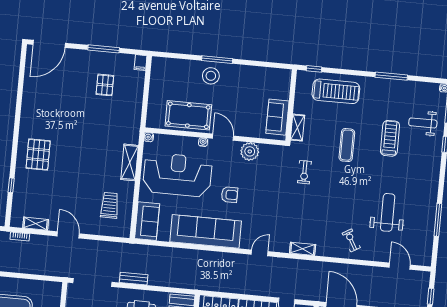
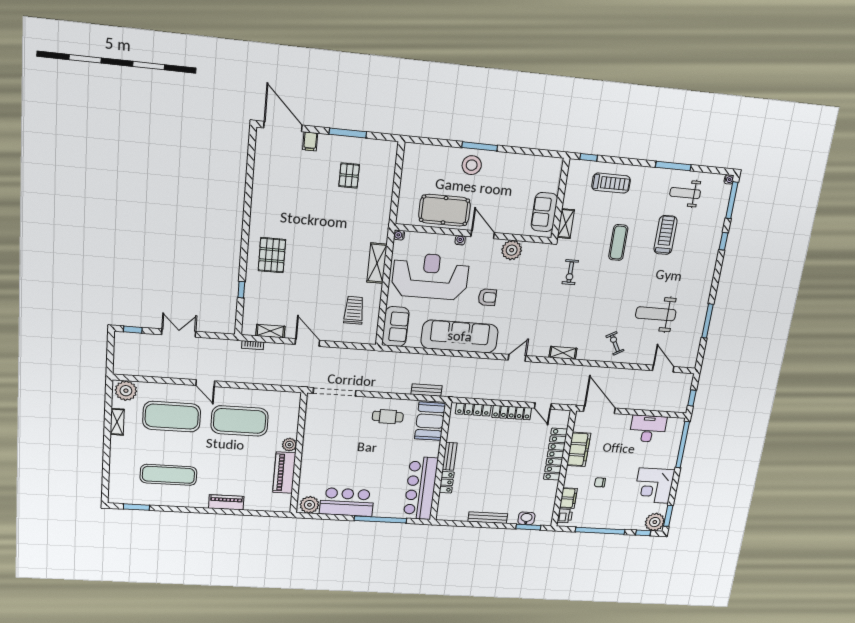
door: (49, 44) -> (283, 127), swing flipped
filing cabinet: (141, 63) -> (310, 141), moved
treadmill: (336, 91) -> (611, 183), width x0.73, depth x0.73
weight bench: (423, 123) -> (685, 193), moved
weight bench: (388, 212) -> (656, 314), turned -90
bench: (134, 279) -> (427, 390), moved

